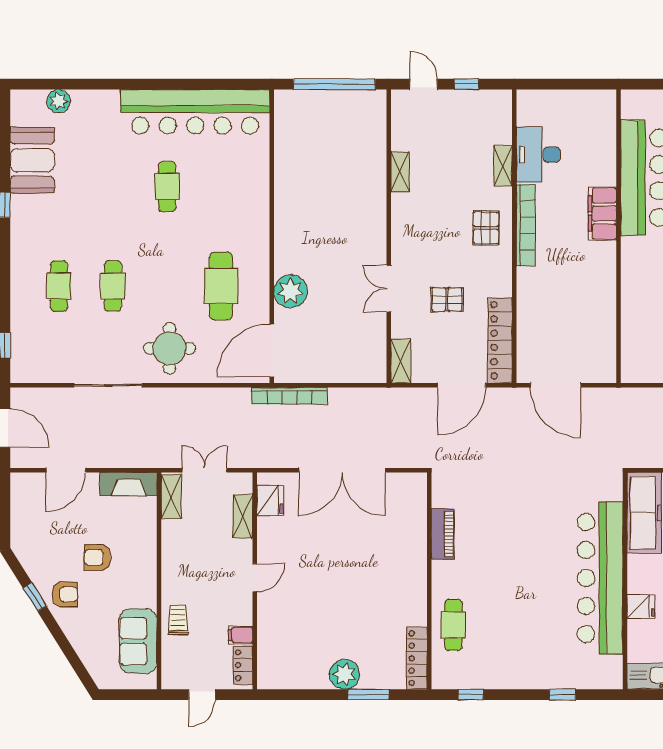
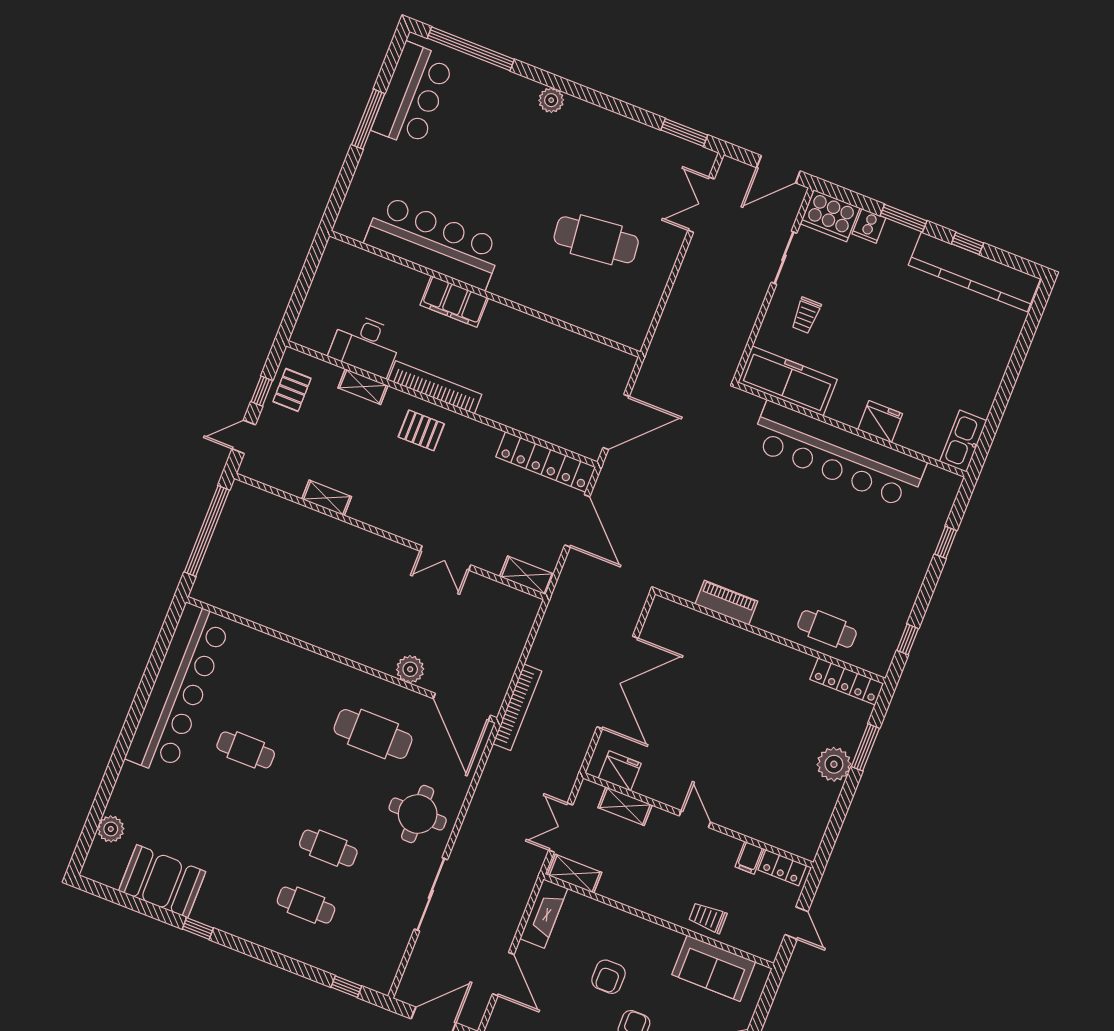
plant: (291, 291) -> (410, 669), width x0.73, depth x0.73
pallet: (447, 299) -> (292, 390), moved
fridge: (641, 606) -> (880, 422), width x1.38

